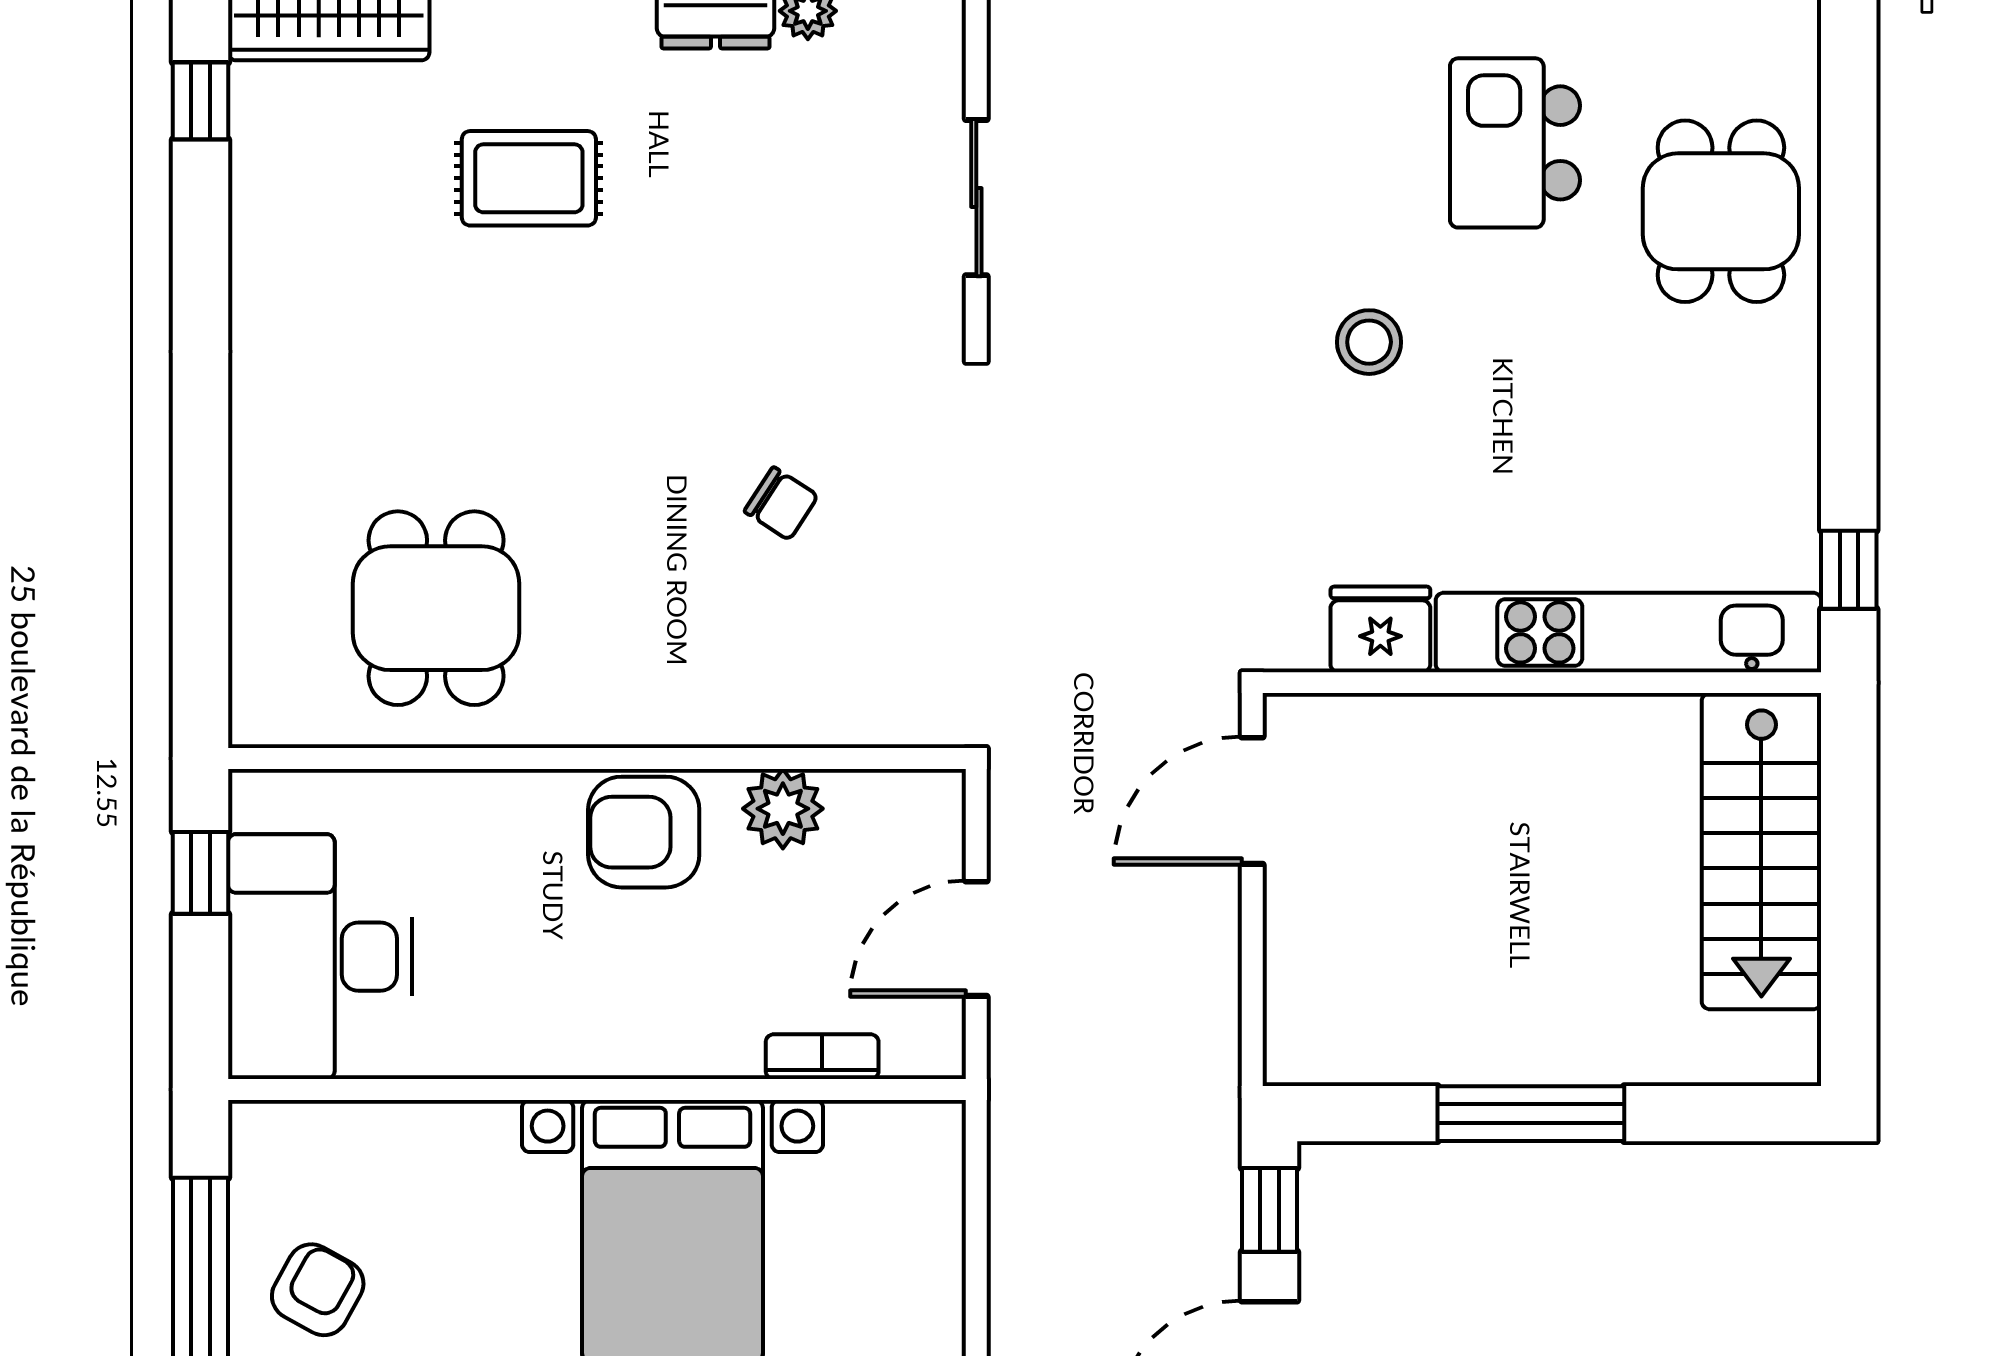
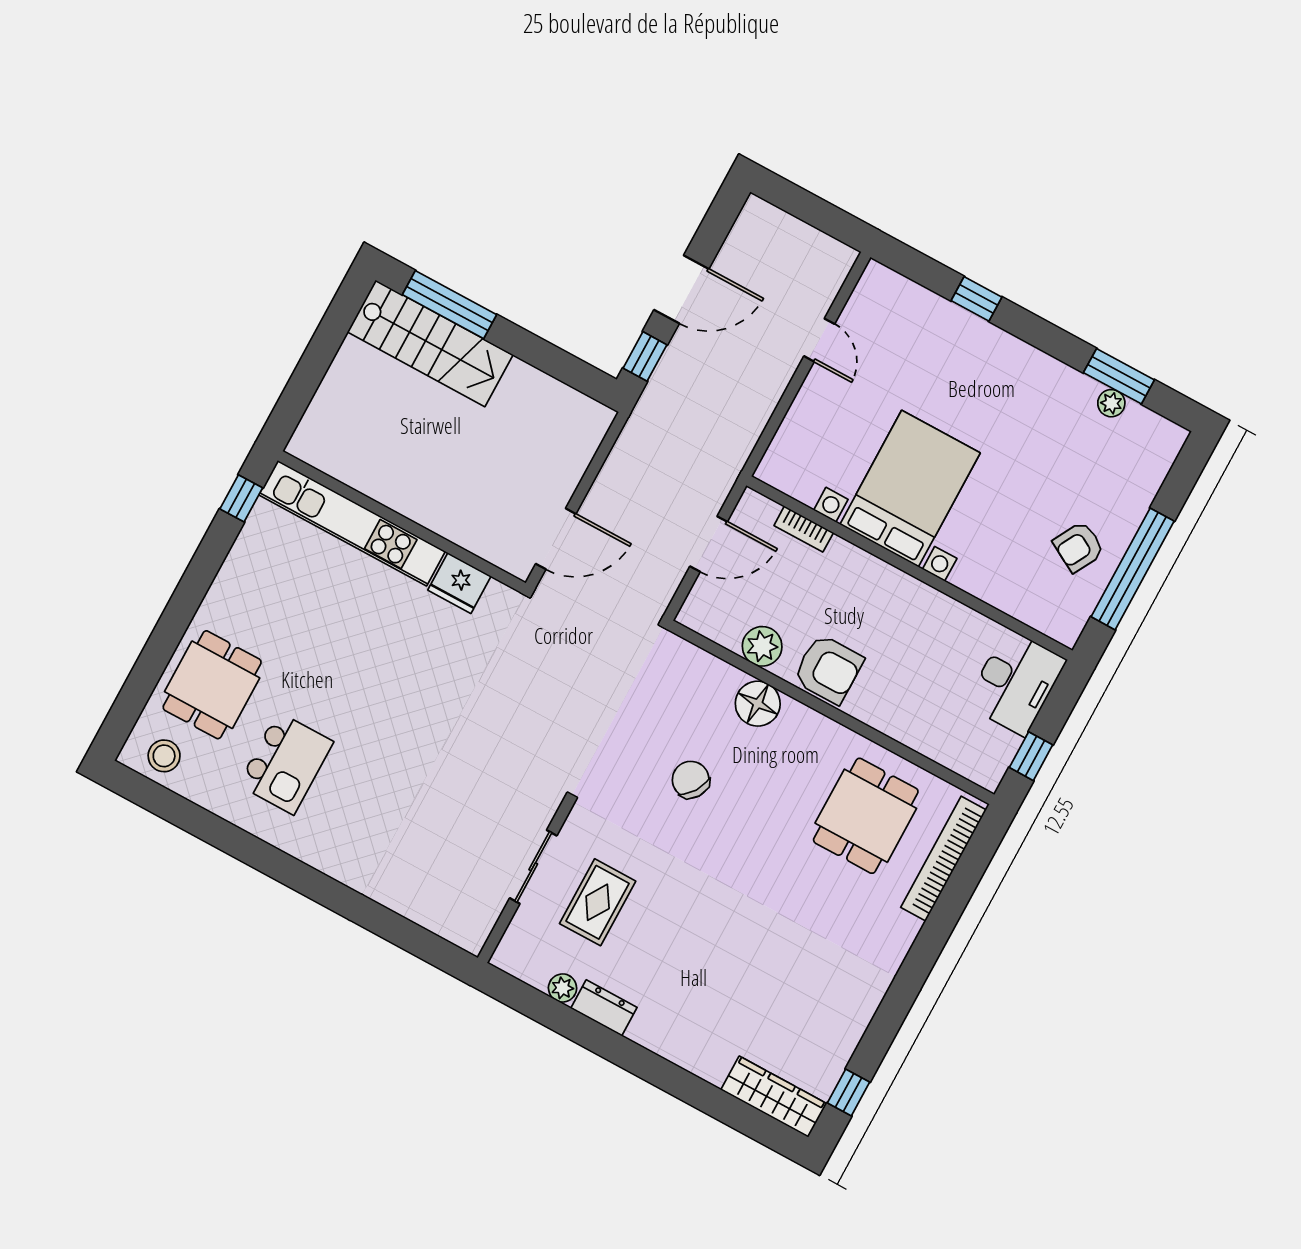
rug: (529, 178) -> (598, 902), moved, turned 90
stool: (1369, 342) -> (164, 756), moved
chair: (781, 504) -> (691, 780), width x1.37, depth x1.37
bookcase: (257, 607) -> (943, 859), added
floor lamp: (736, 703) -> (758, 704), added
stairs: (1761, 851) -> (430, 343), moved, turned 90
desk: (320, 957) -> (1016, 682), width x0.73, depth x0.77
window: (1531, 1114) -> (450, 305), moved

